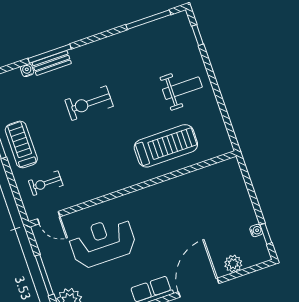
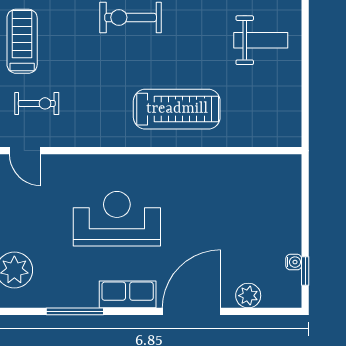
treadmill: (166, 146) -> (177, 109), moved
exercise bike: (46, 183) -> (37, 103), turned 180
reception desk: (102, 242) -> (117, 219), moved

